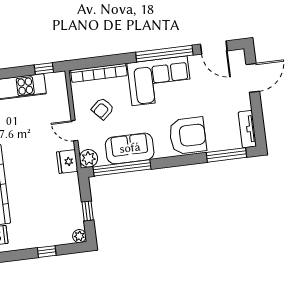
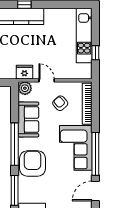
window: (44, 69) -> (95, 53), moved
door: (74, 131) -> (47, 80), hinge flipped
armchair: (188, 136) -> (33, 163), turned 180
window: (122, 168) -> (15, 144), moved

